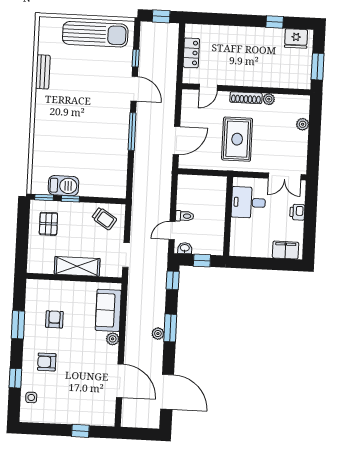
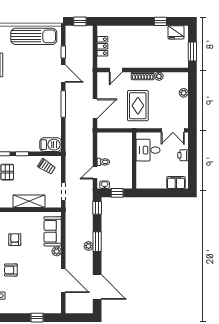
barbecue: (63, 186) -> (51, 145), moved

